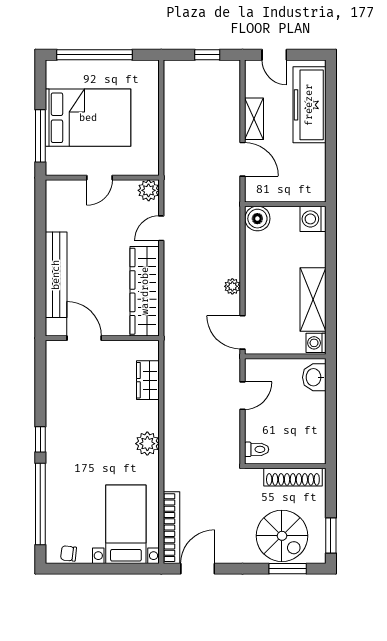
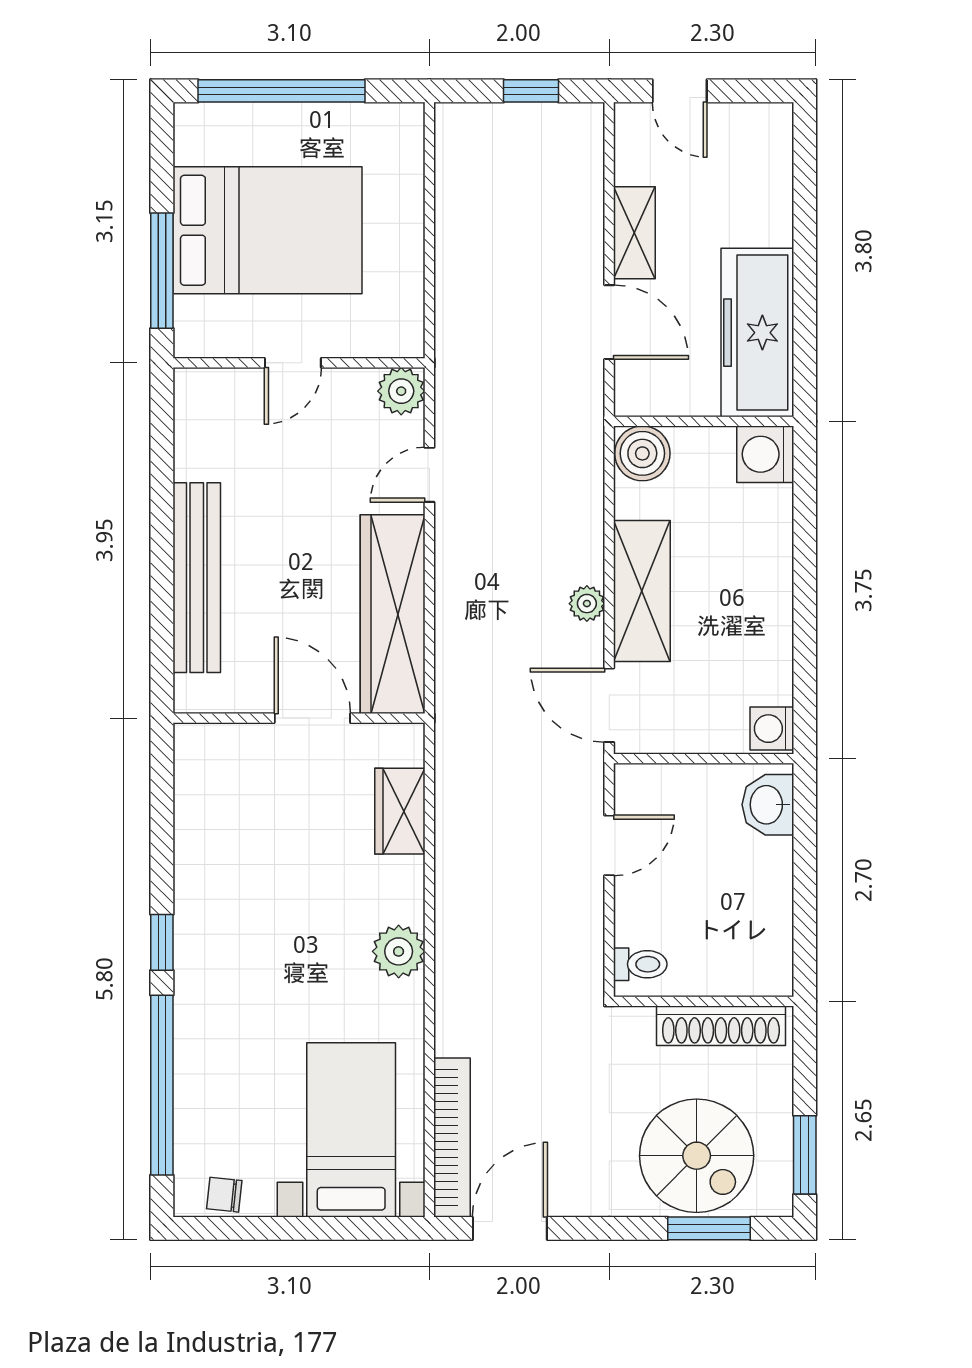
freezer: (309, 105) -> (757, 333), moved
shelving: (313, 300) -> (642, 591), moved
door: (84, 338) -> (312, 718), moved

